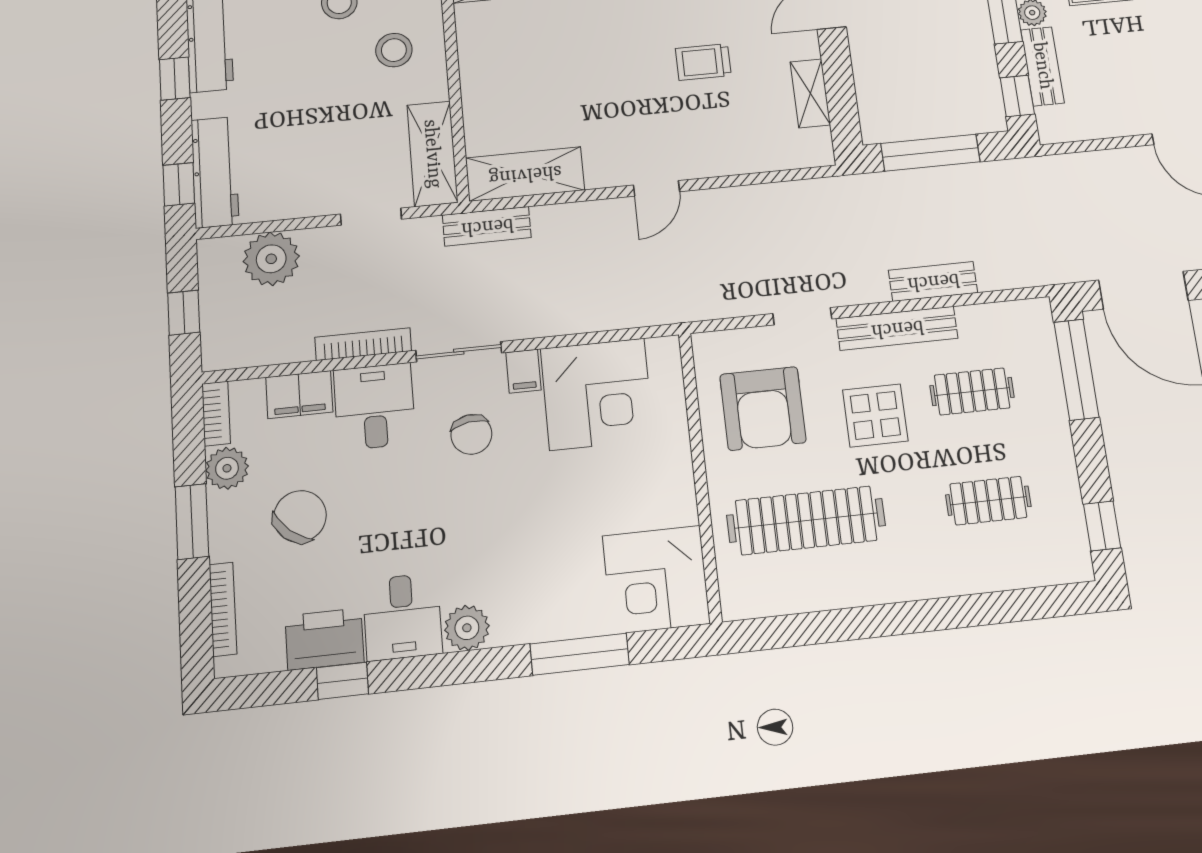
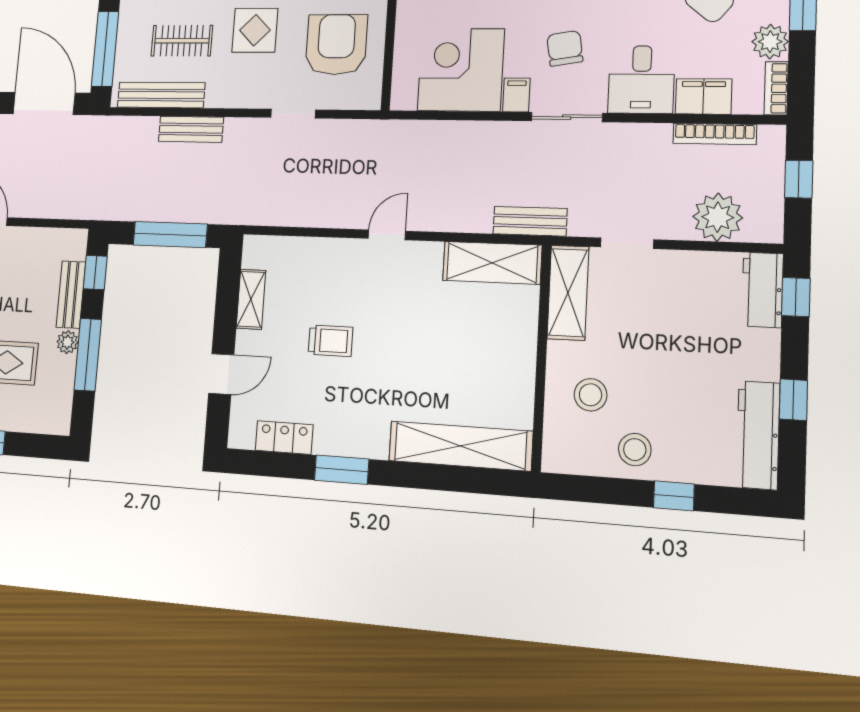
workbench: (215, 172) -> (762, 290), width x0.73
bench: (897, 328) -> (161, 95), moved
bookcase: (363, 344) -> (715, 134), moved

